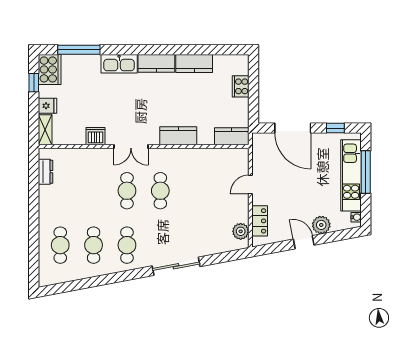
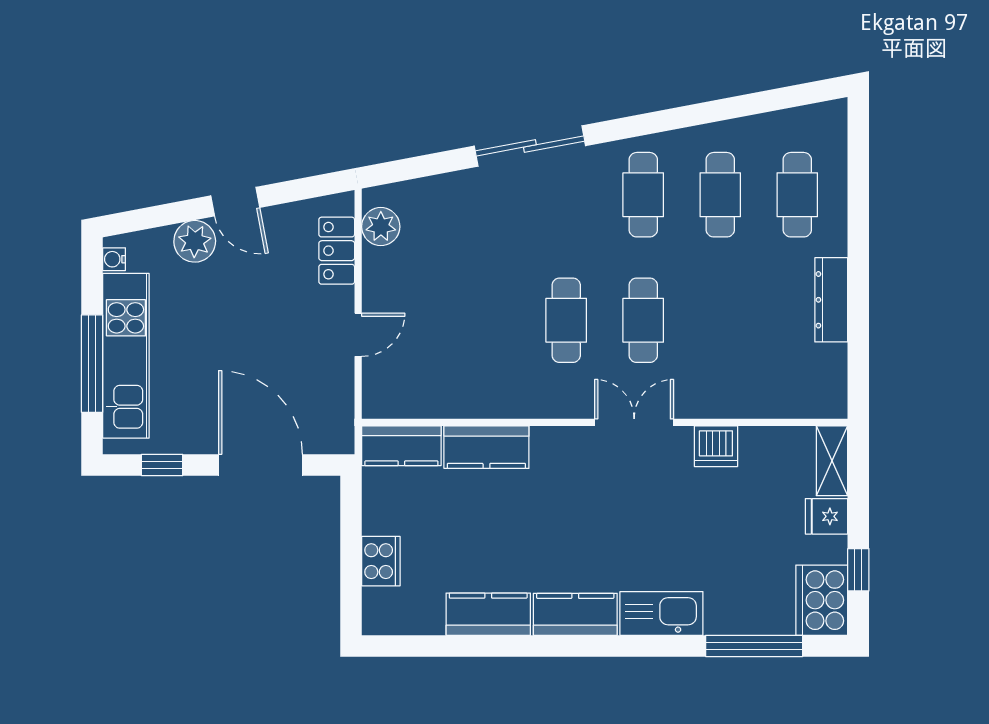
kitchen counter: (178, 136) -> (486, 447), moved
dresser: (45, 172) -> (831, 300), moved, width x1.44

